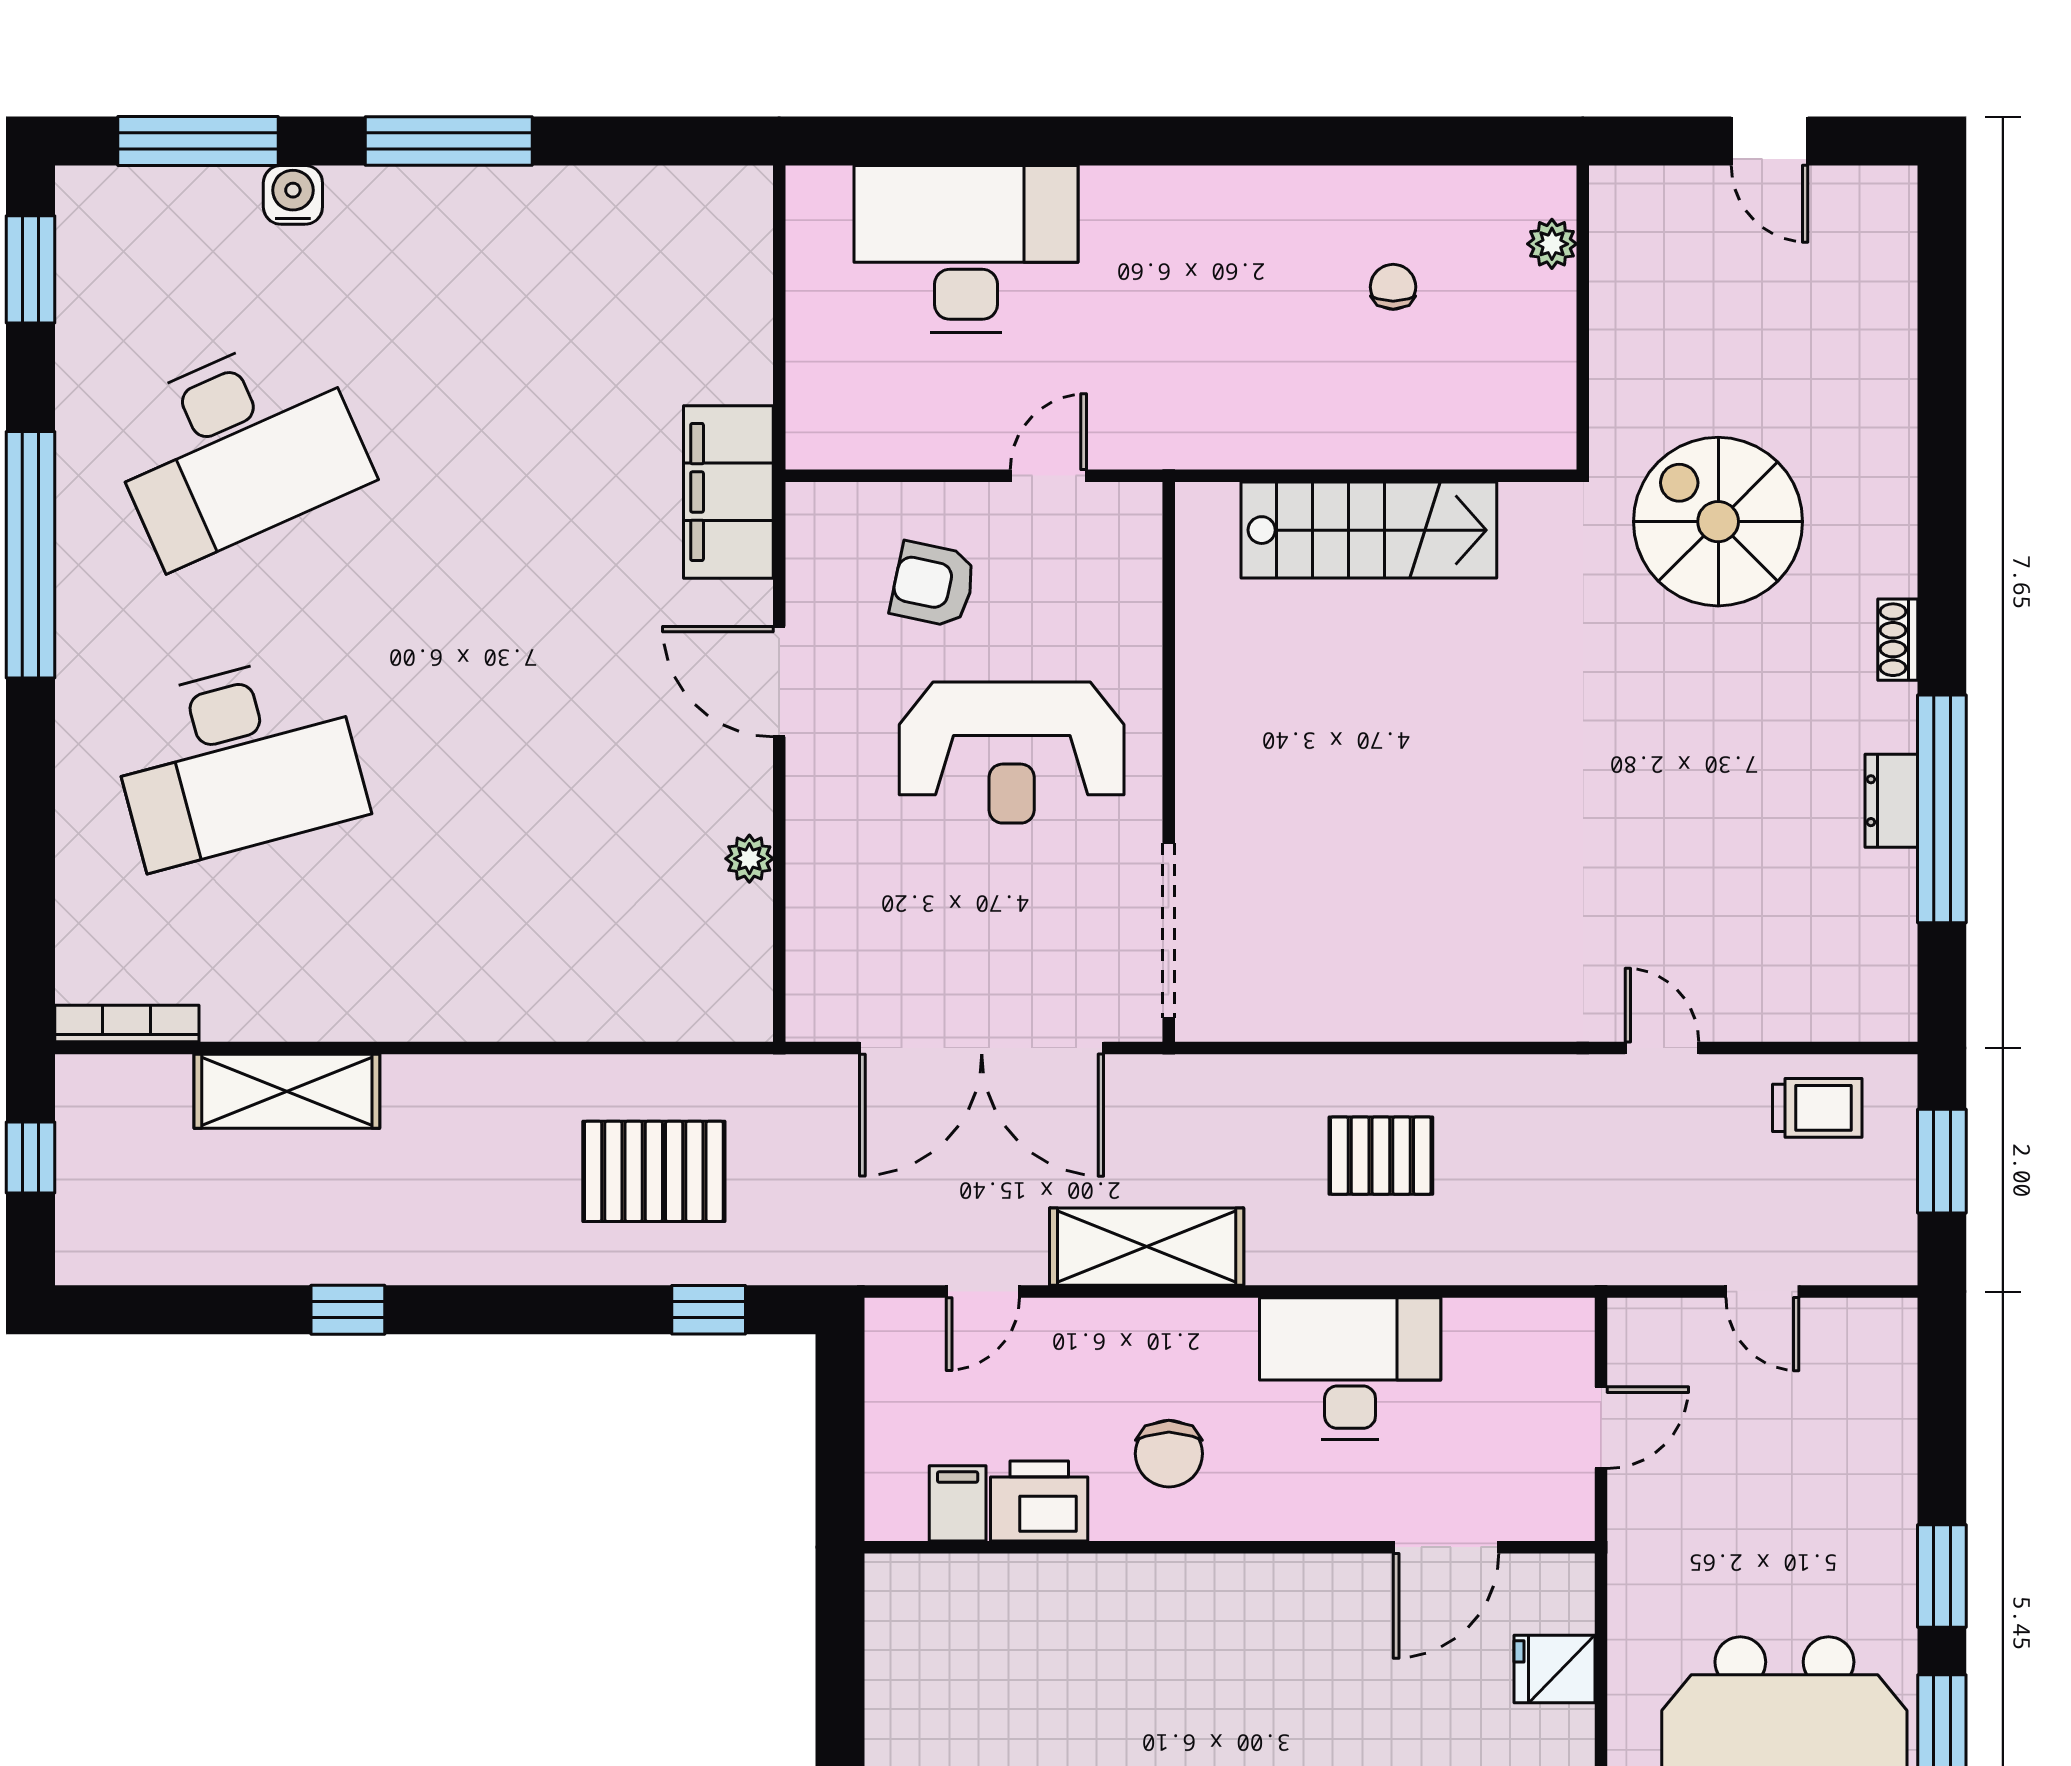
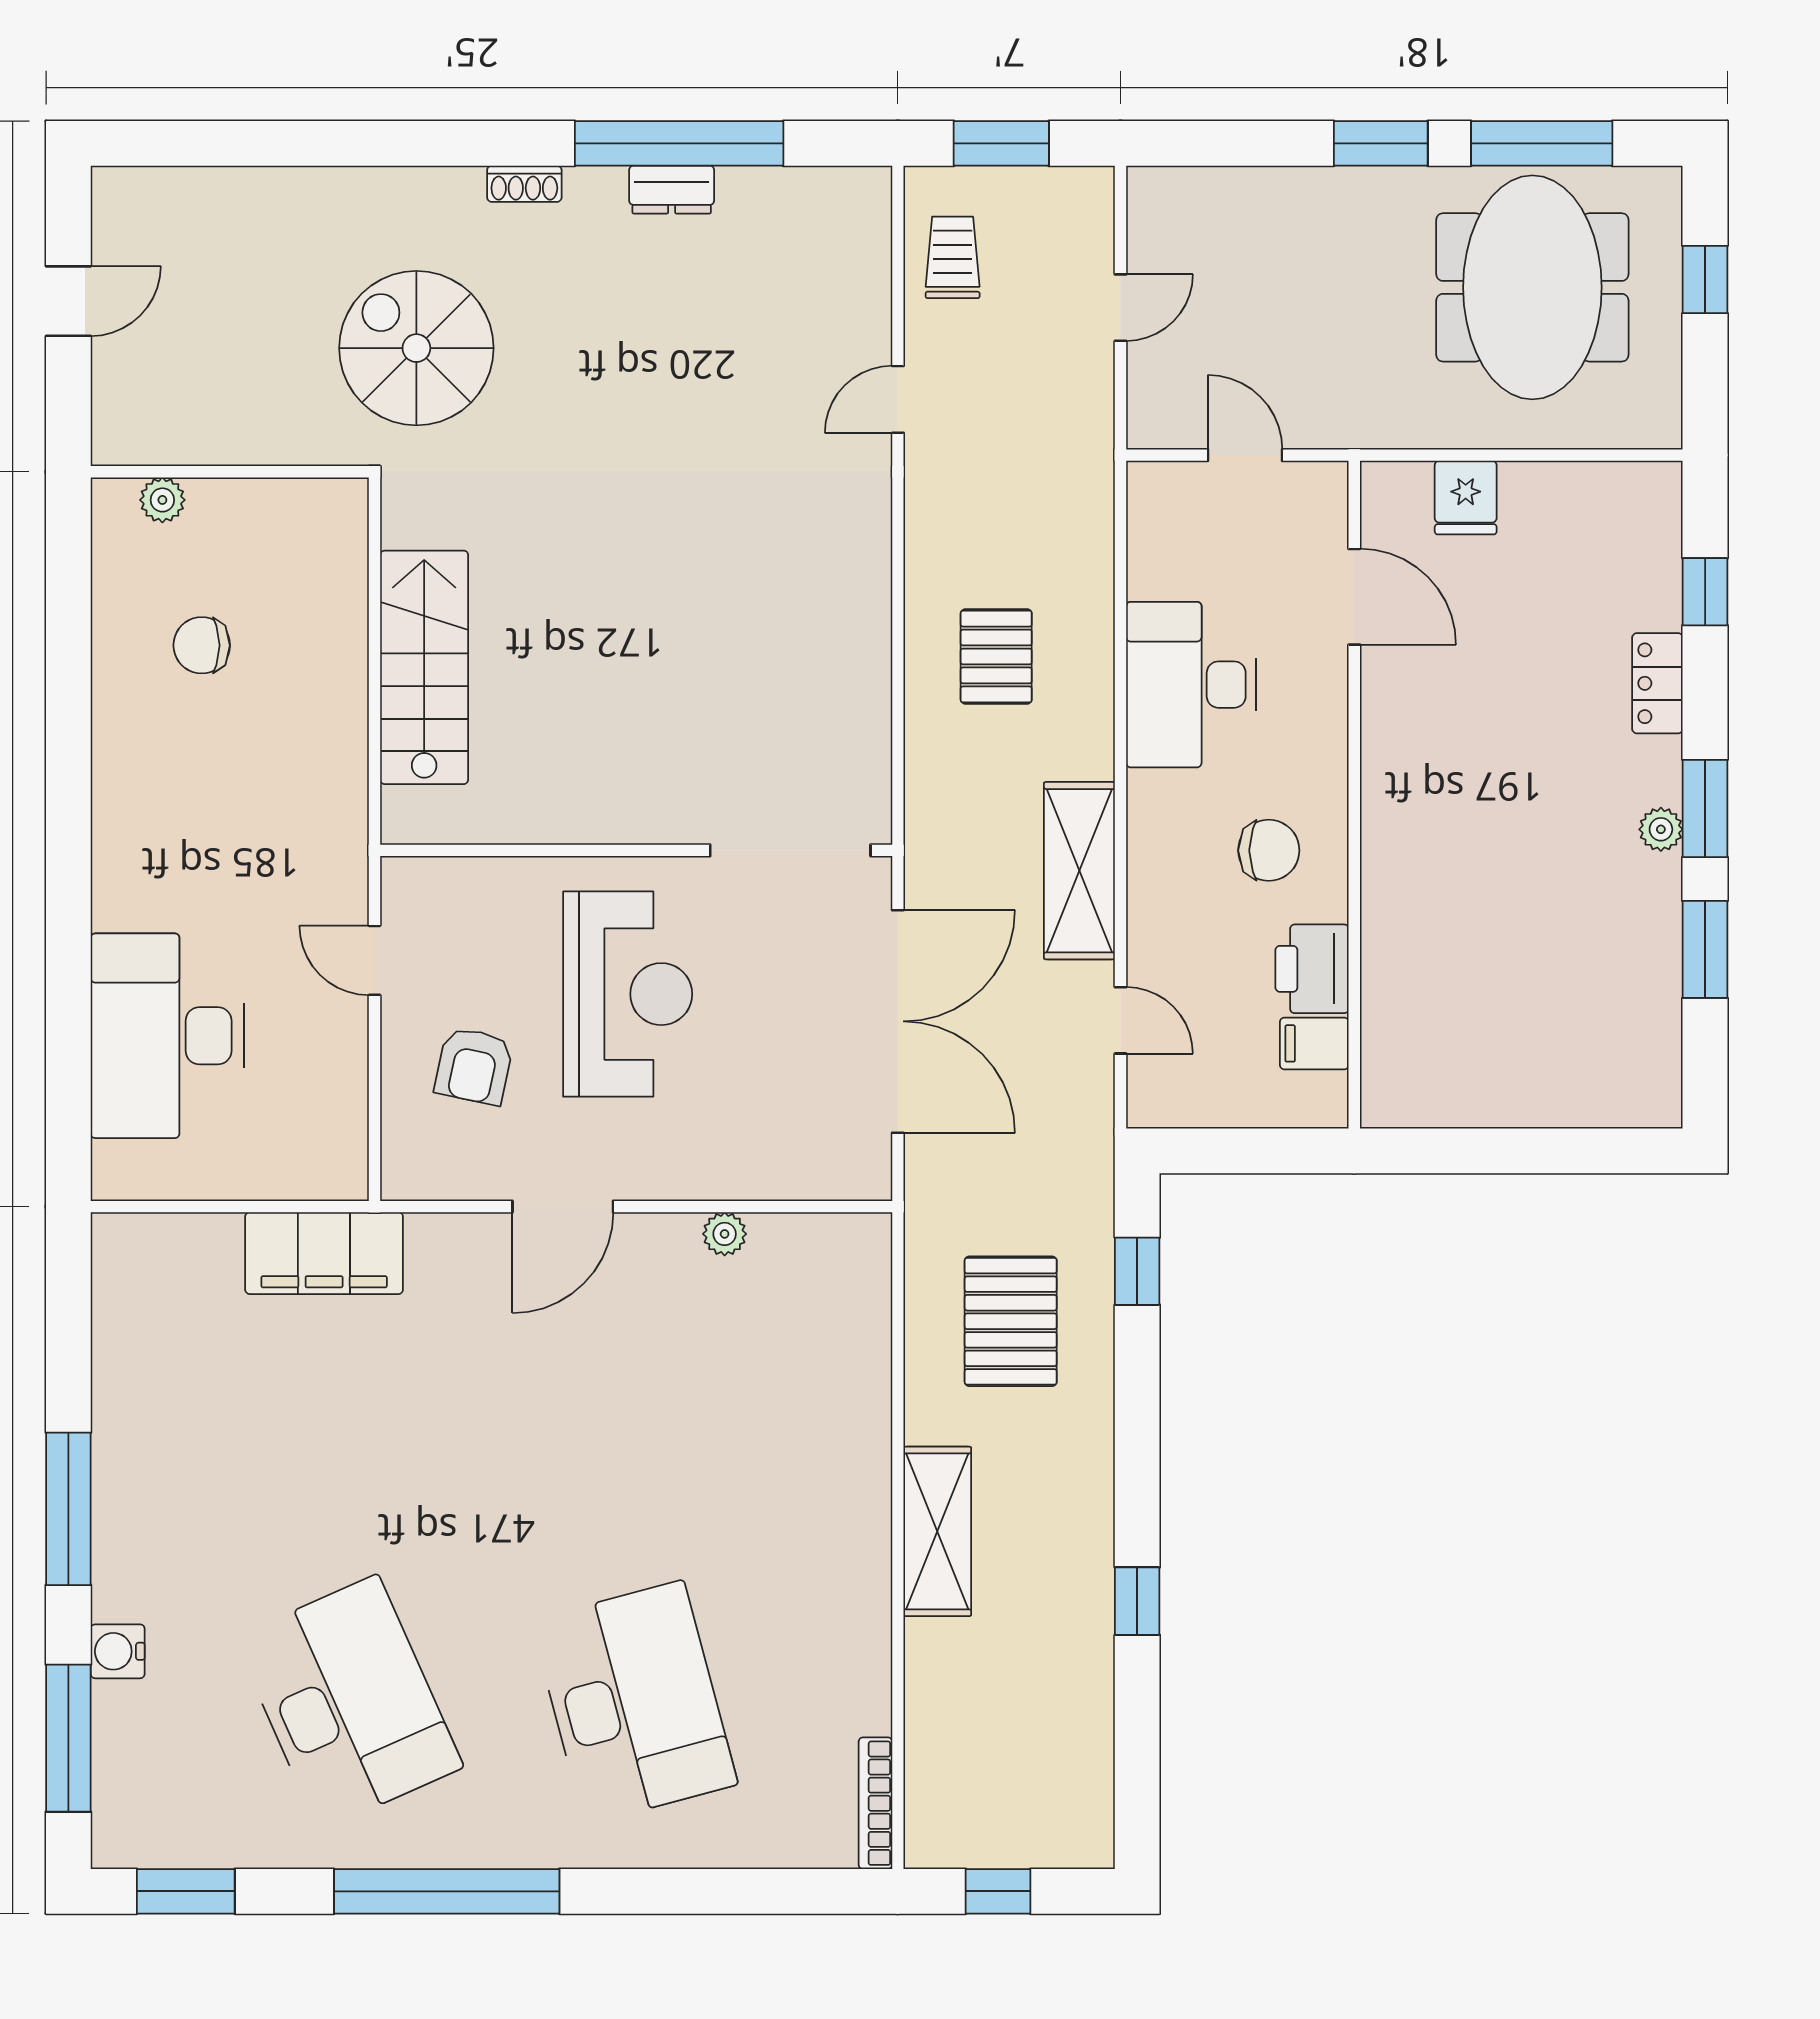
chair: (1393, 287) -> (202, 645), width x1.37, depth x1.37
filing cabinet: (728, 492) -> (324, 1253), moved
spiral stairs: (1718, 522) -> (416, 348), turned 90
shelving: (287, 1091) -> (937, 1531), moved

